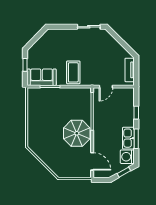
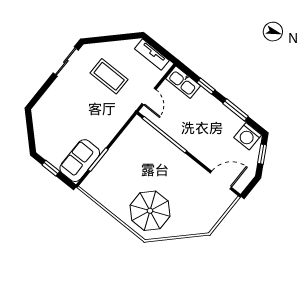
coffee table: (73, 72) -> (109, 76), moved
parasol: (77, 133) -> (150, 211), moved
kitchen sink: (128, 138) -> (183, 82), moved

